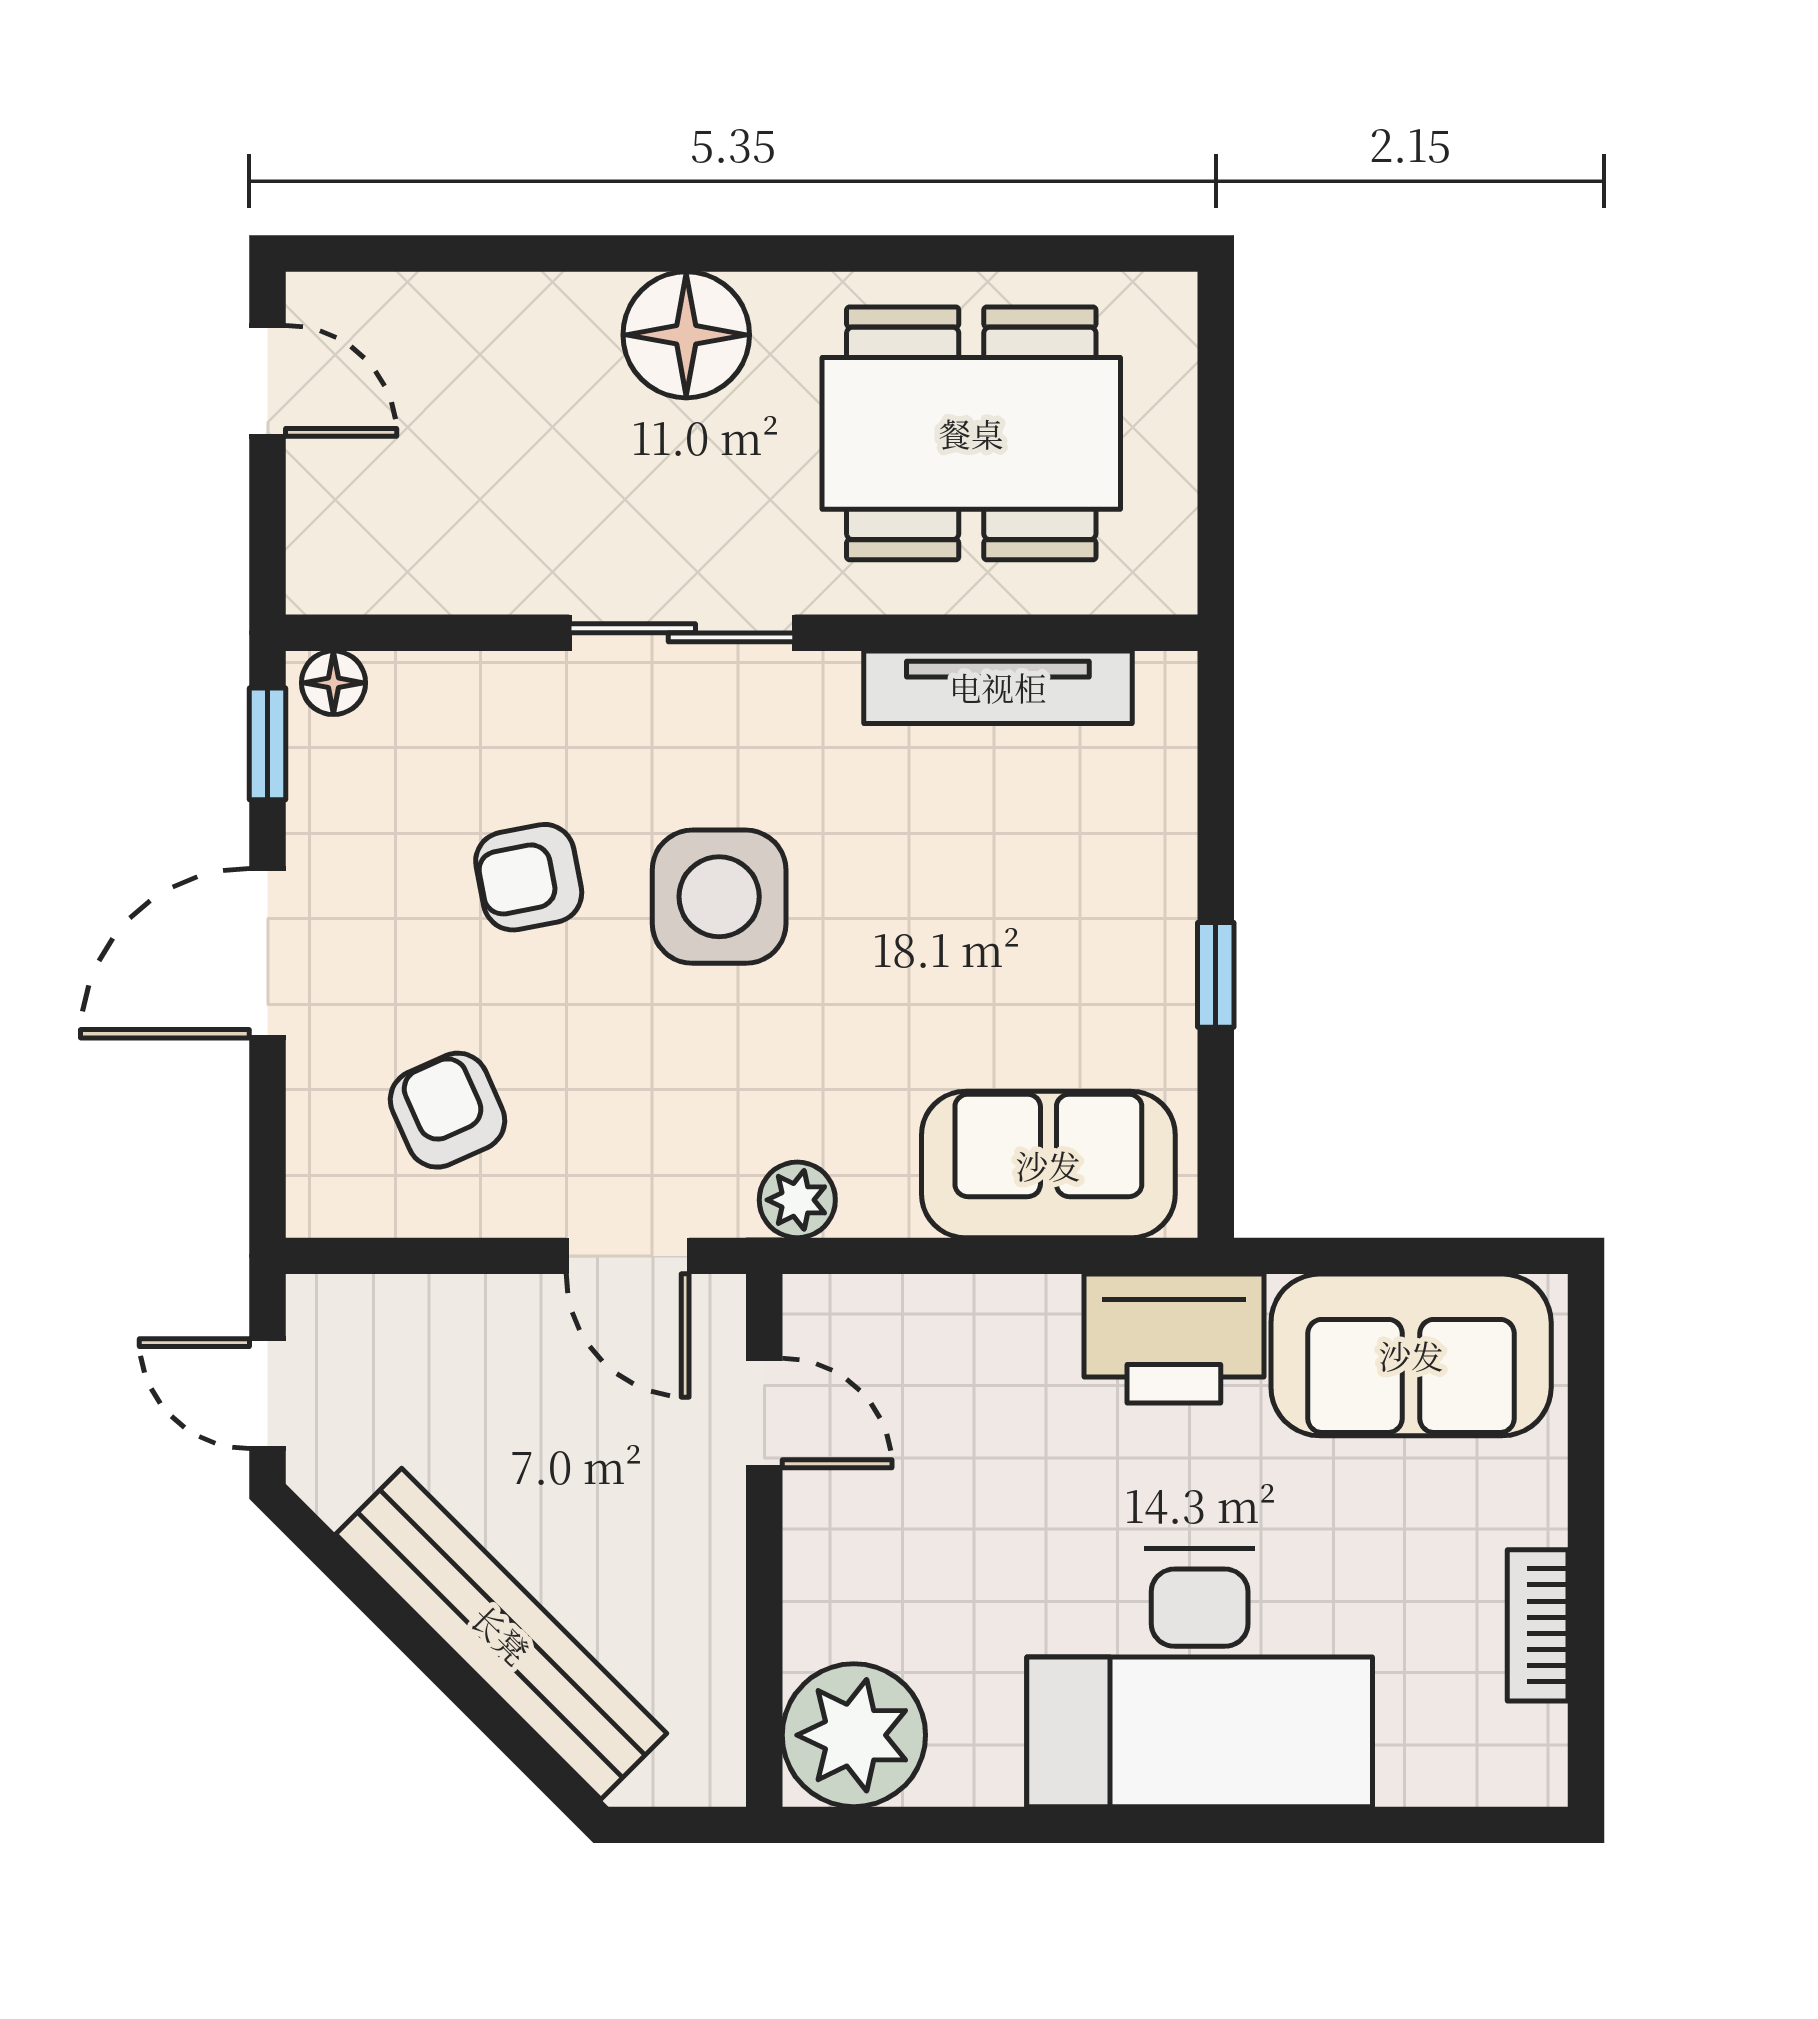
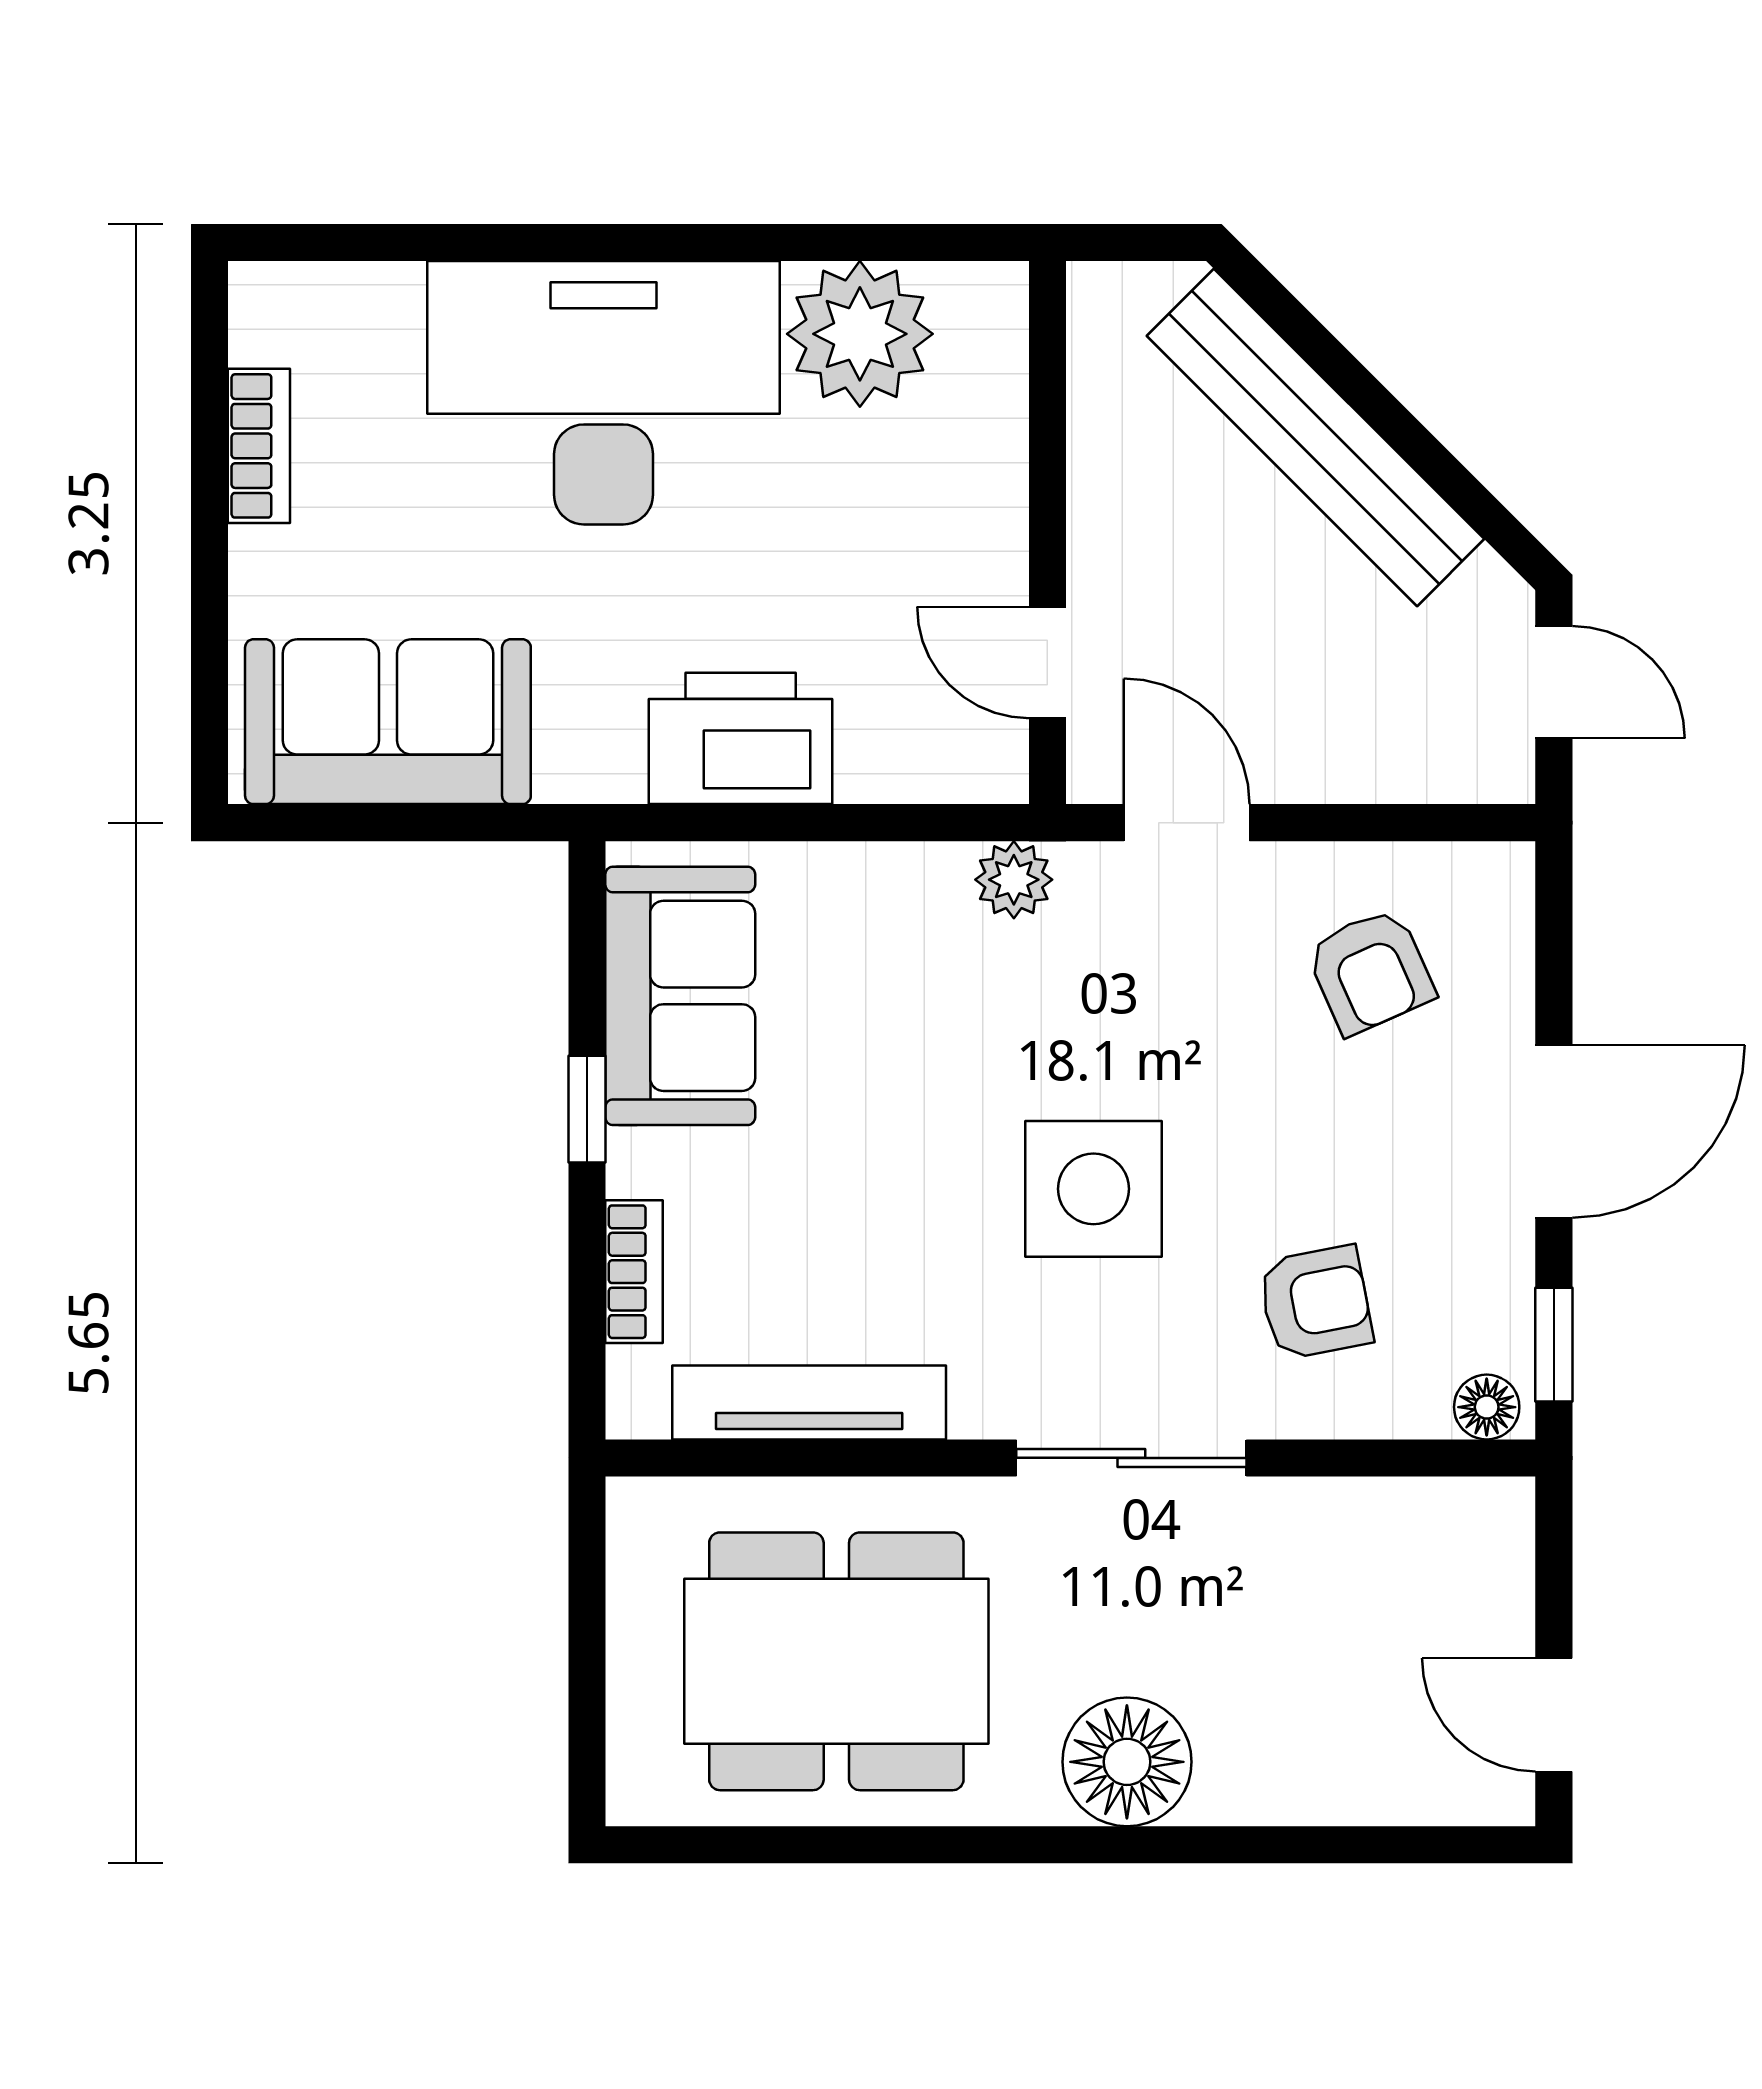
bookcase: (1170, 815) -> (634, 1272), added
armchair: (529, 877) -> (1315, 1302), moved
sofa: (1048, 1165) -> (680, 996), moved, turned -90
printer: (1174, 1339) -> (741, 738), moved
plant: (854, 1735) -> (860, 334), moved

